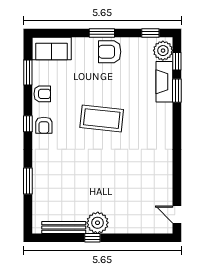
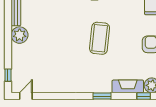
window: (177, 91) -> (102, 96), moved
window: (92, 238) -> (8, 75), moved

